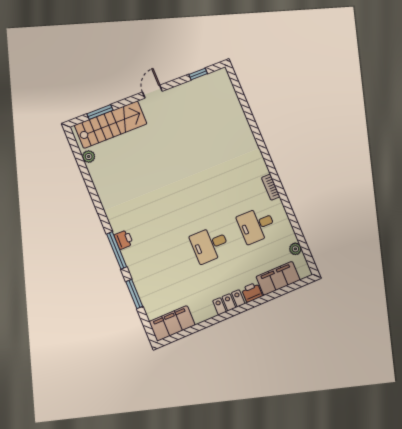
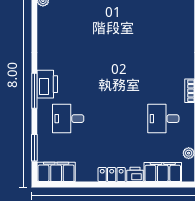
printer: (124, 240) -> (47, 84), width x1.87, depth x1.48
desk: (210, 244) -> (68, 119), moved
window: (134, 294) -> (34, 148), moved

